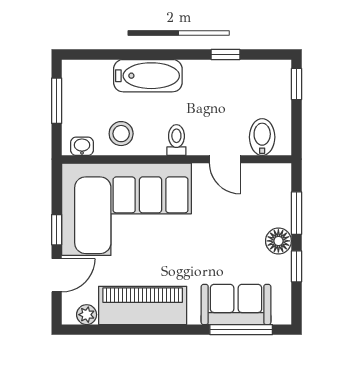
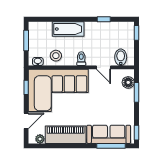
window: (57, 230) -> (26, 87), moved
floor lamp: (278, 241) -> (128, 82), moved
window: (296, 266) -> (136, 133), moved
sofa: (236, 305) -> (109, 134), width x1.36

